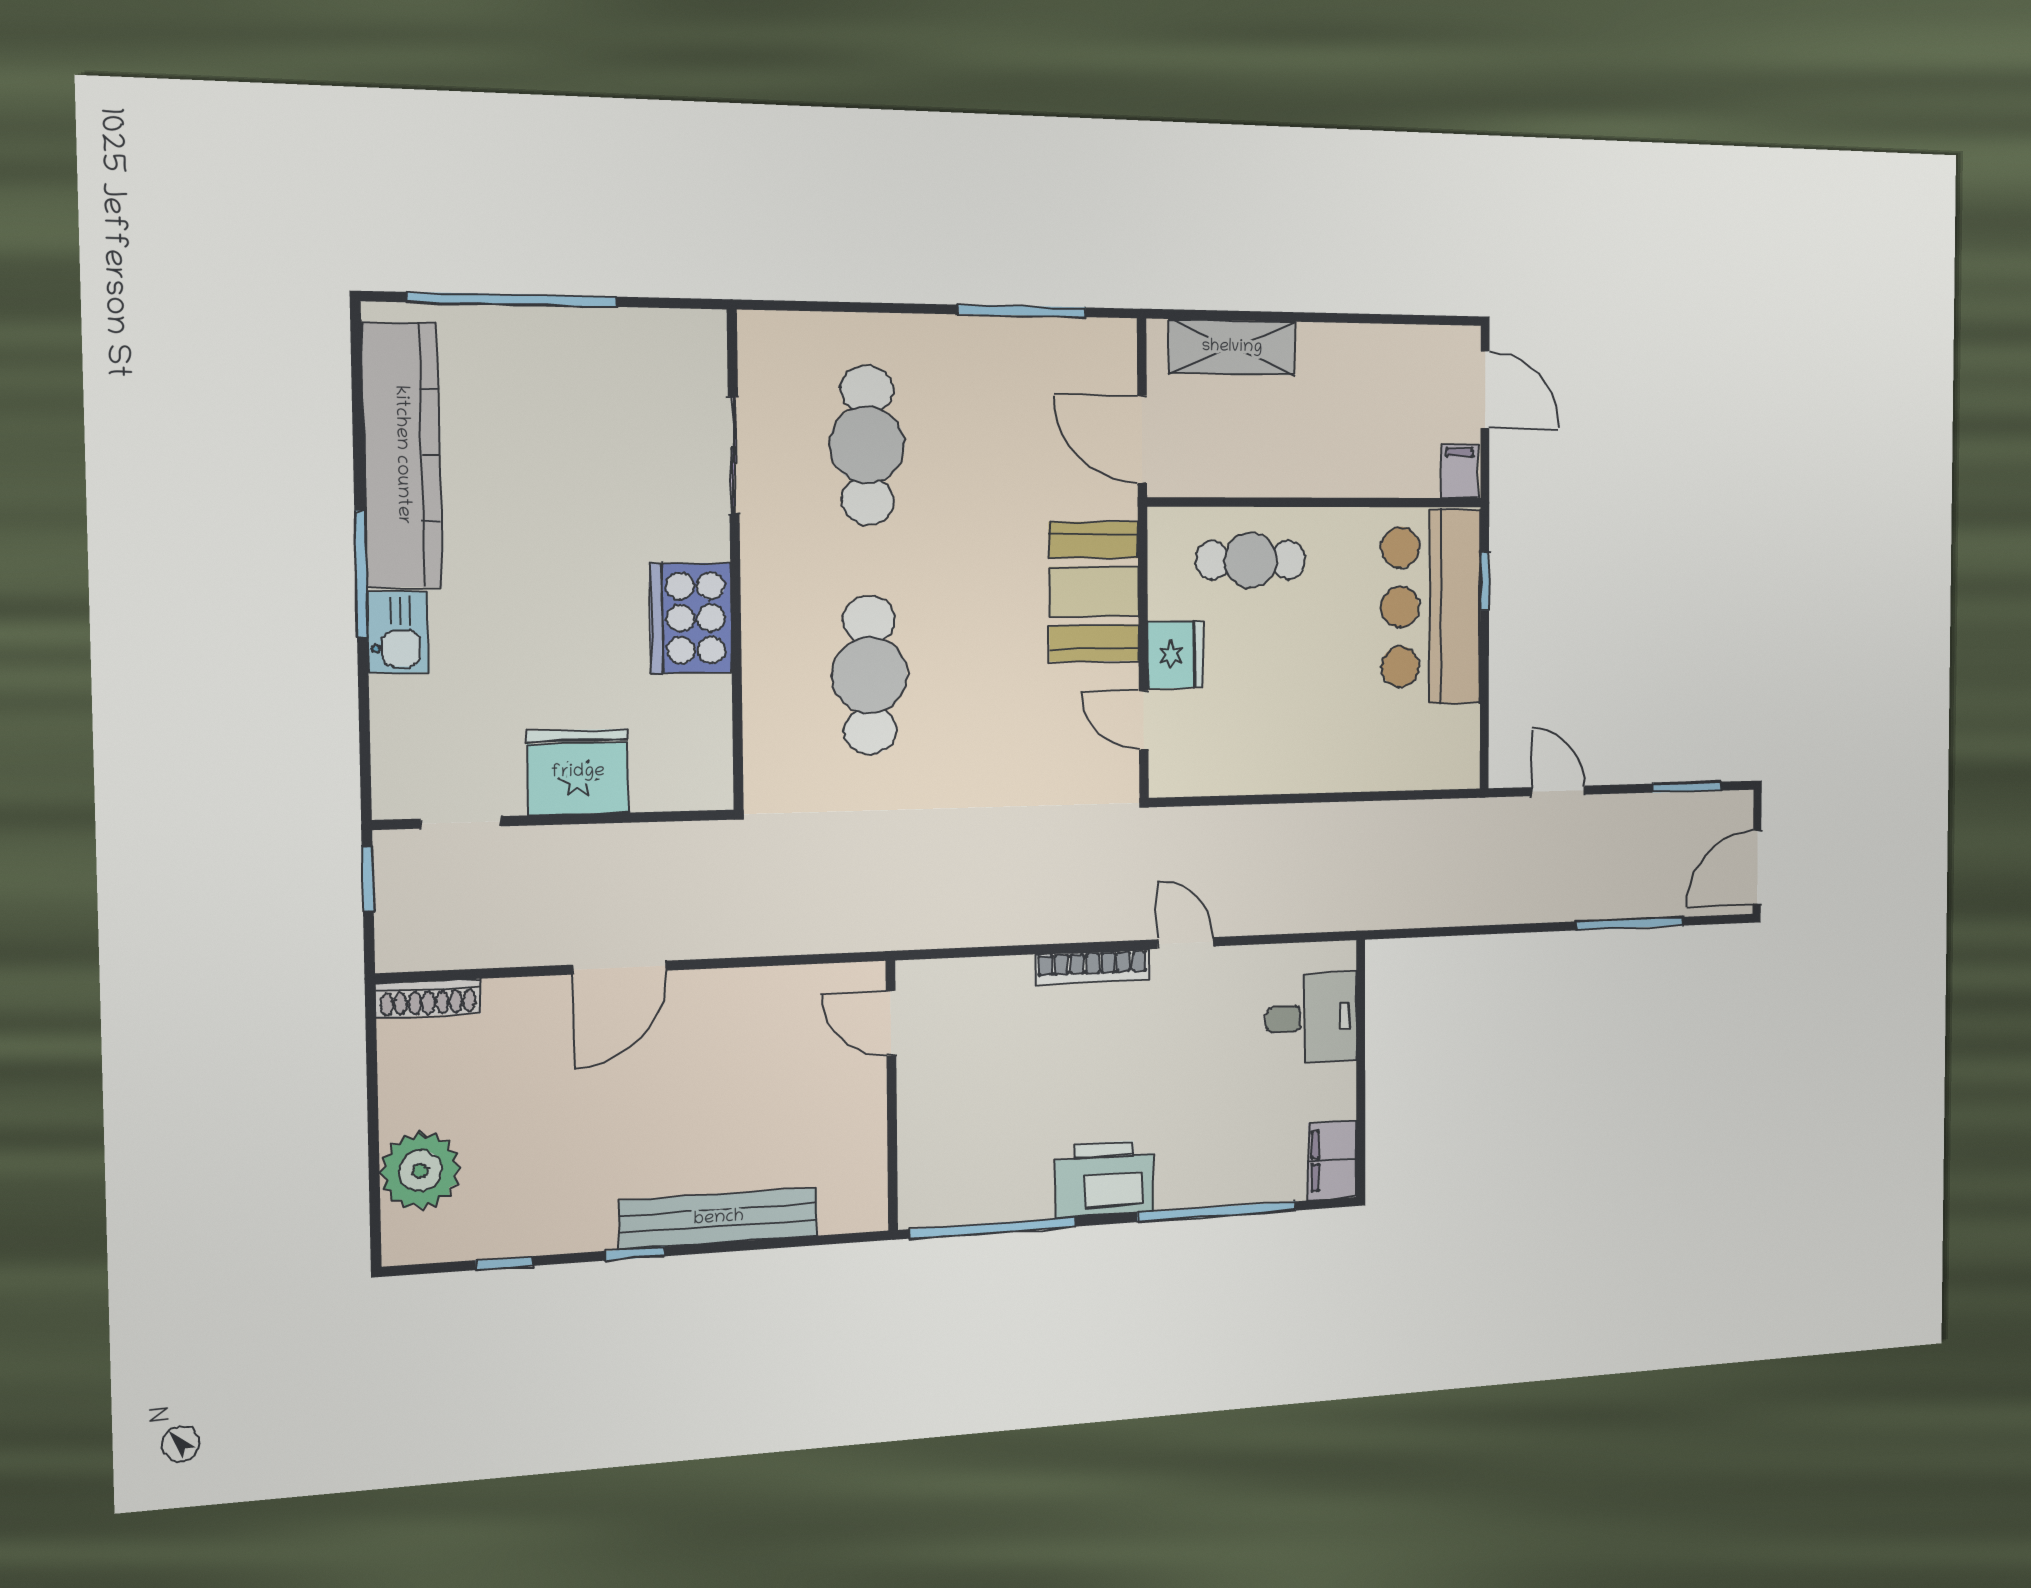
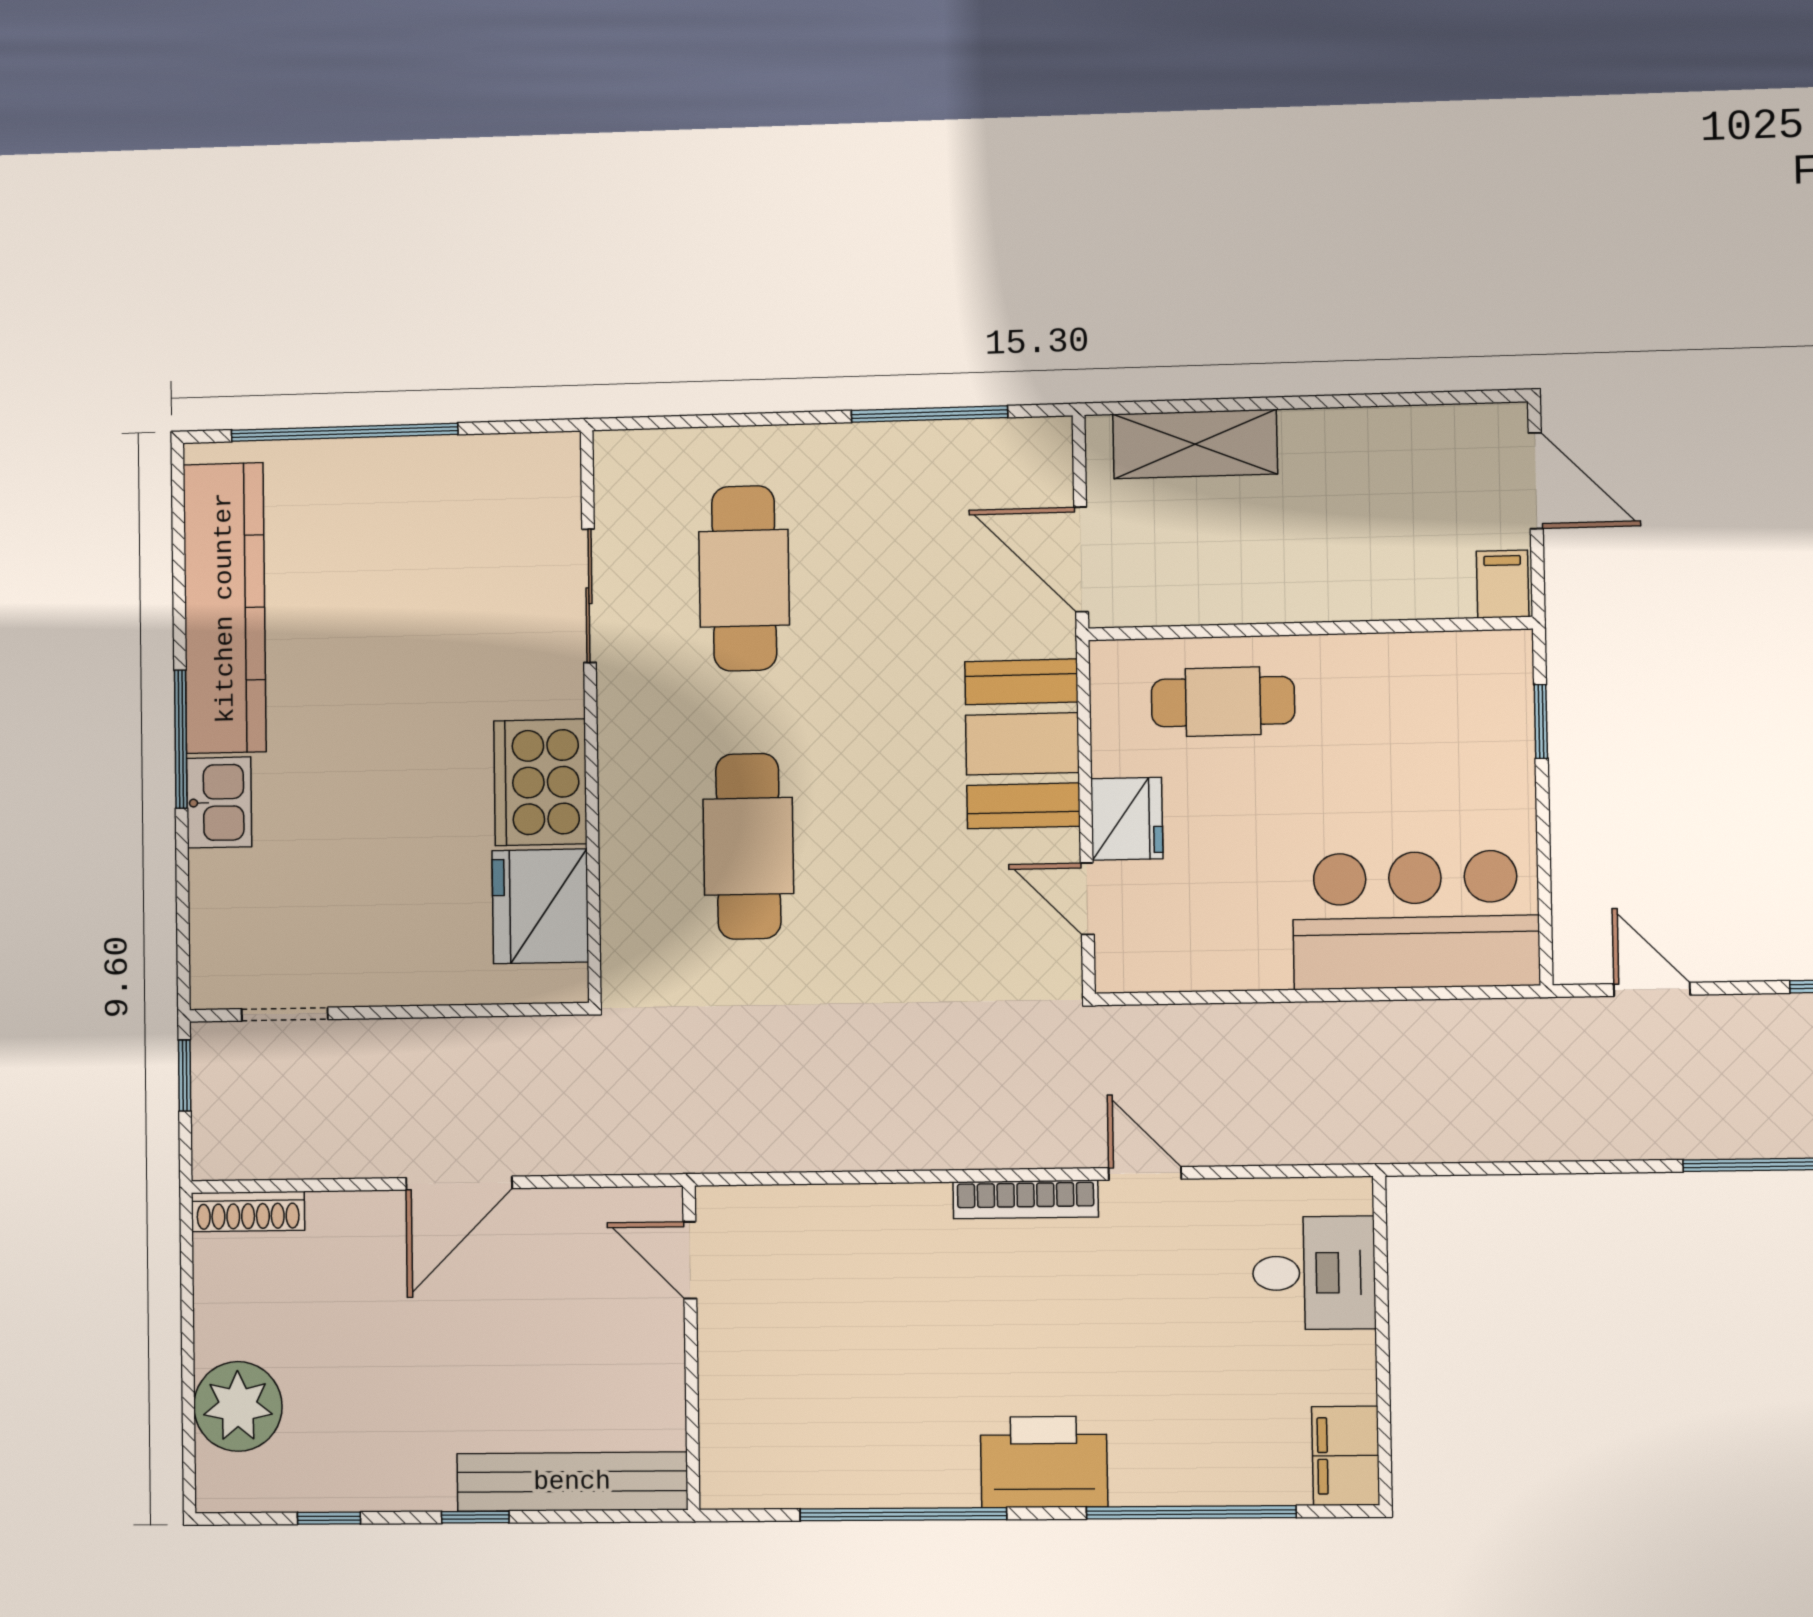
bar counter: (1431, 607) -> (1416, 920), moved, turned 90
fridge: (578, 772) -> (540, 906), moved, turned -90
door: (891, 1023) -> (690, 1260), moved
wall: (892, 1096) -> (691, 1348), moved

